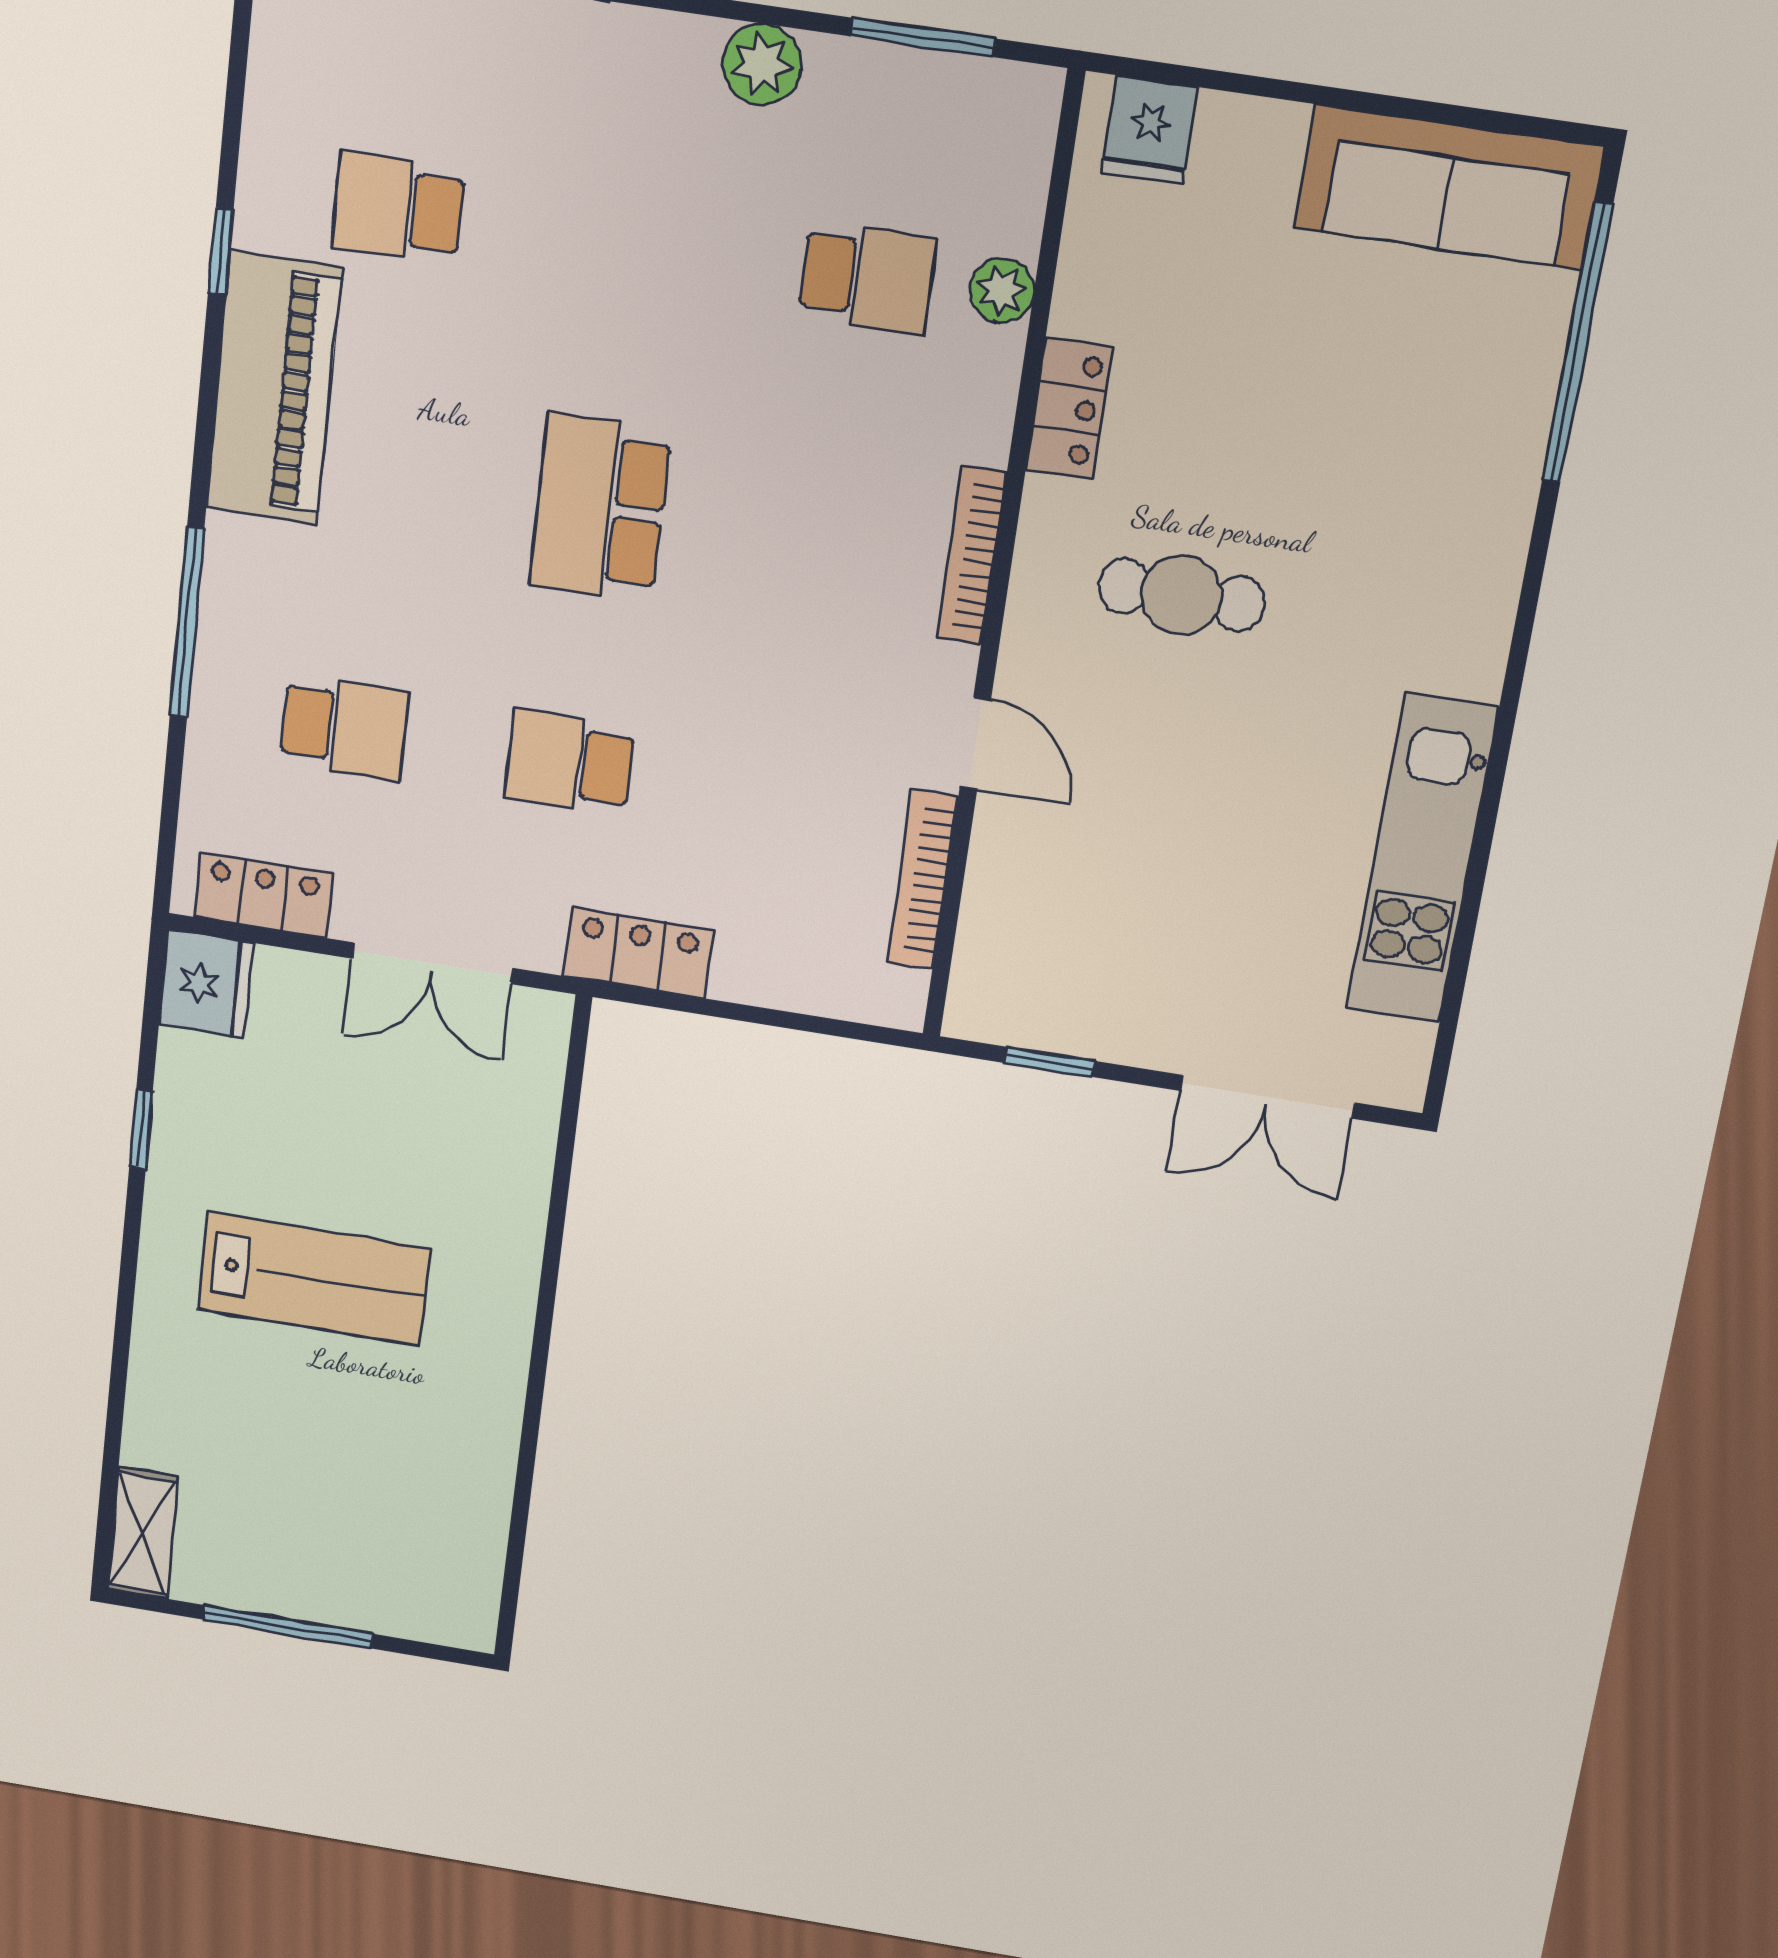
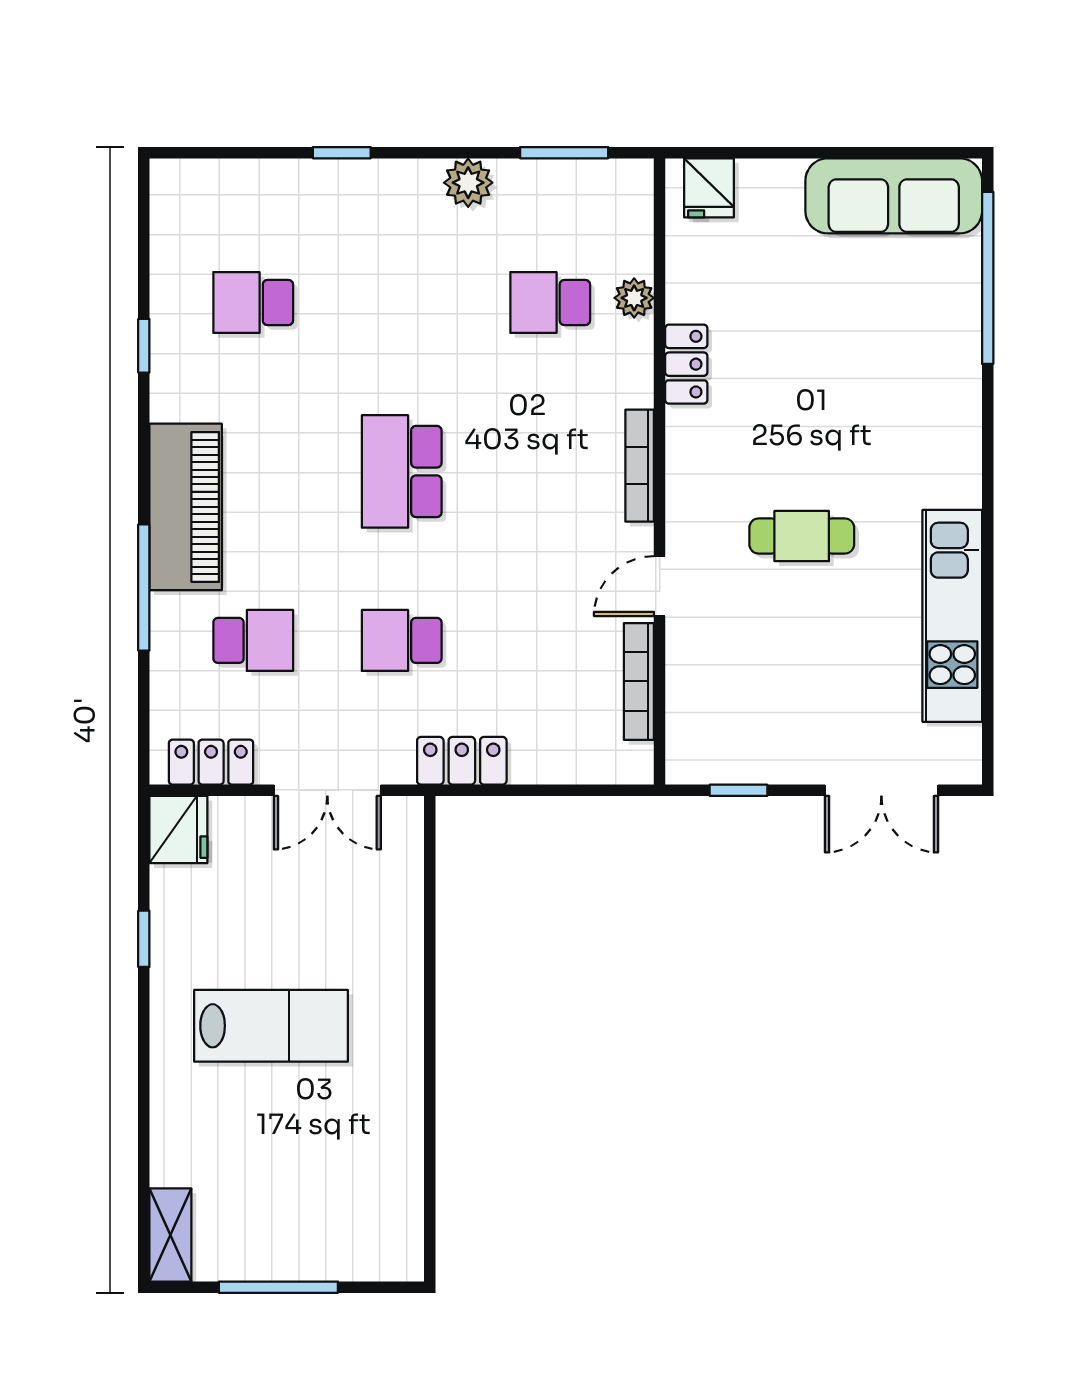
school desk: (867, 278) -> (550, 303), turned 180
piano: (274, 388) -> (186, 507), moved
cafe table: (1182, 595) -> (802, 536), moved
door: (975, 743) -> (660, 586), swing flipped

